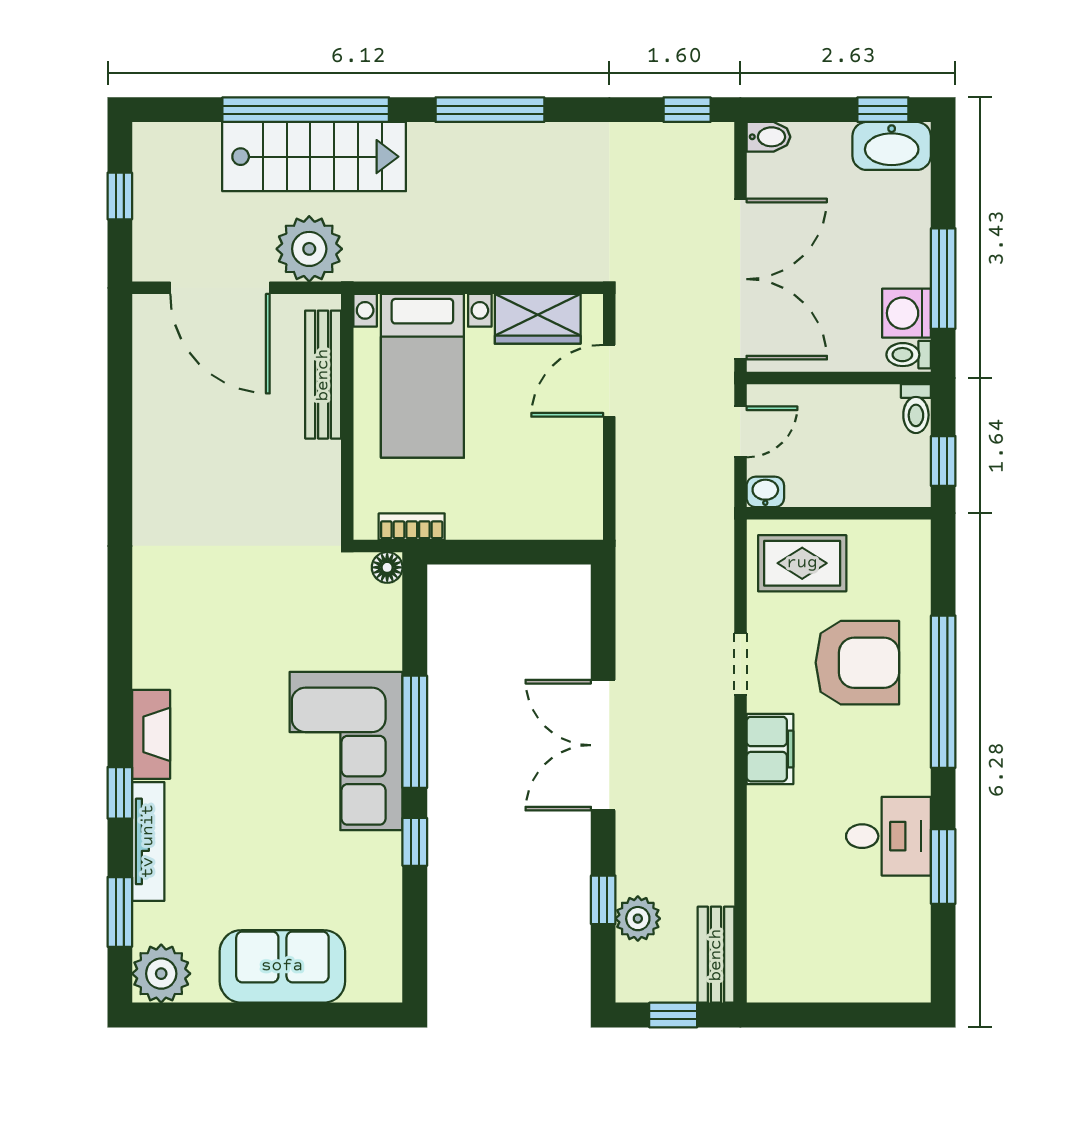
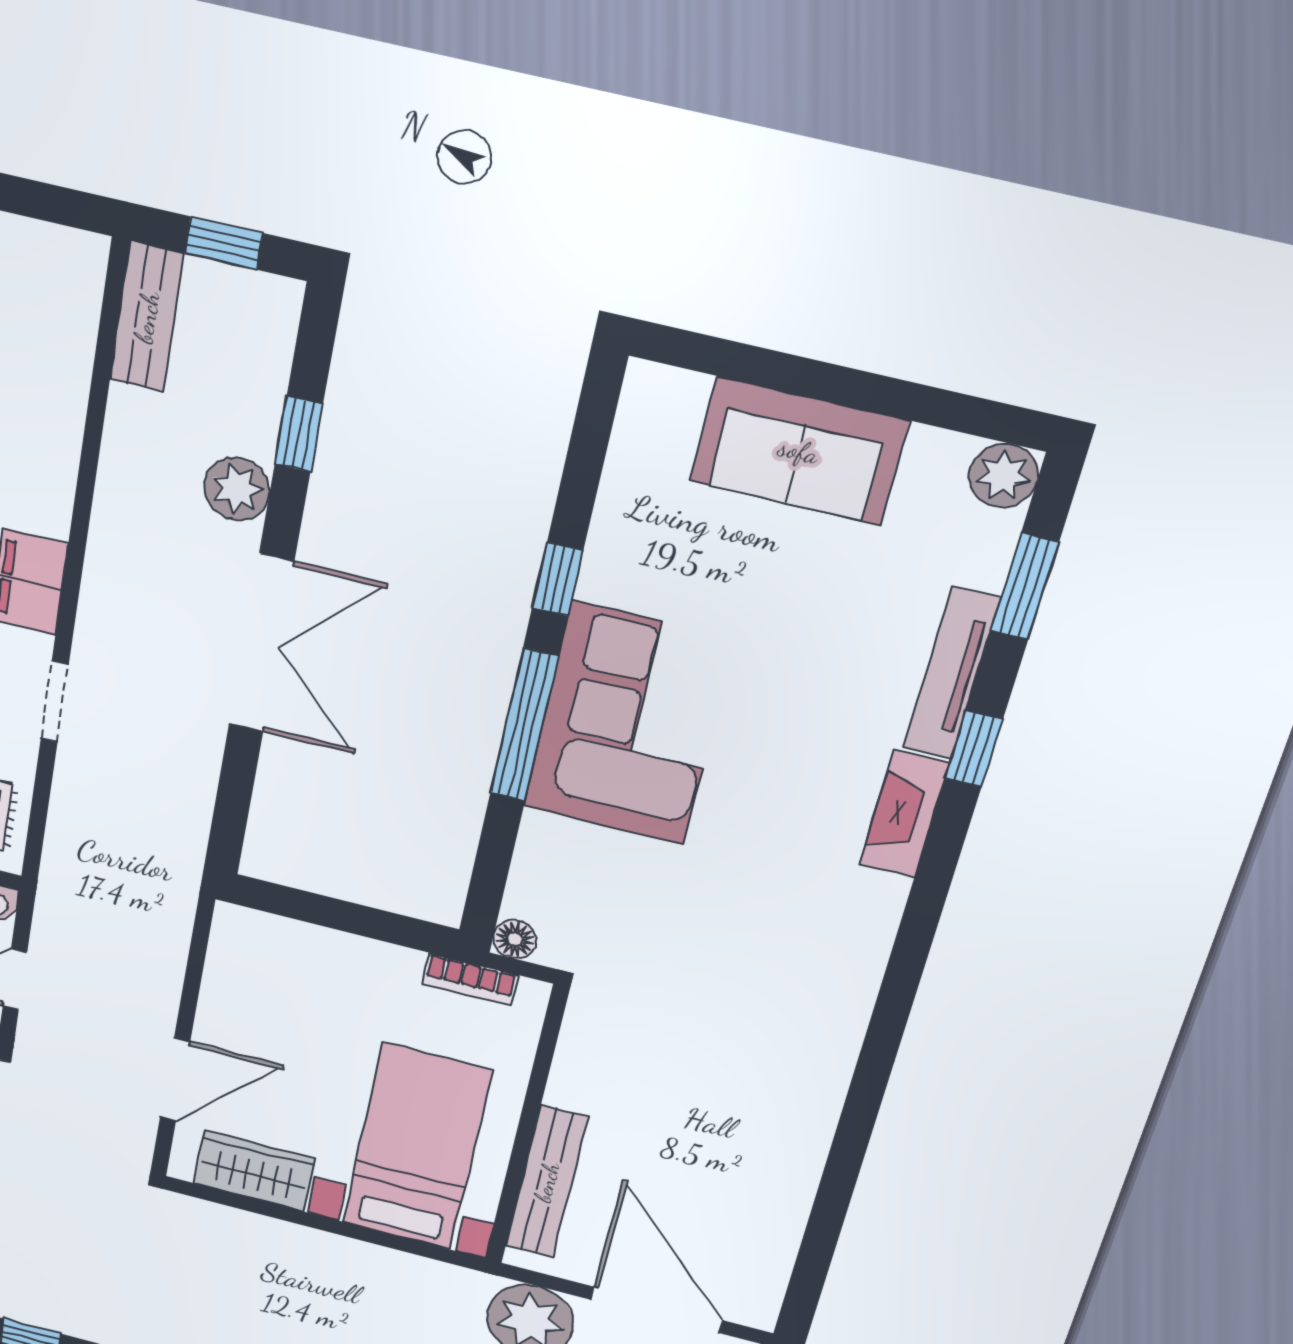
plant: (638, 919) -> (237, 489), moved
plant: (161, 974) -> (1003, 475), width x0.73, depth x0.73

